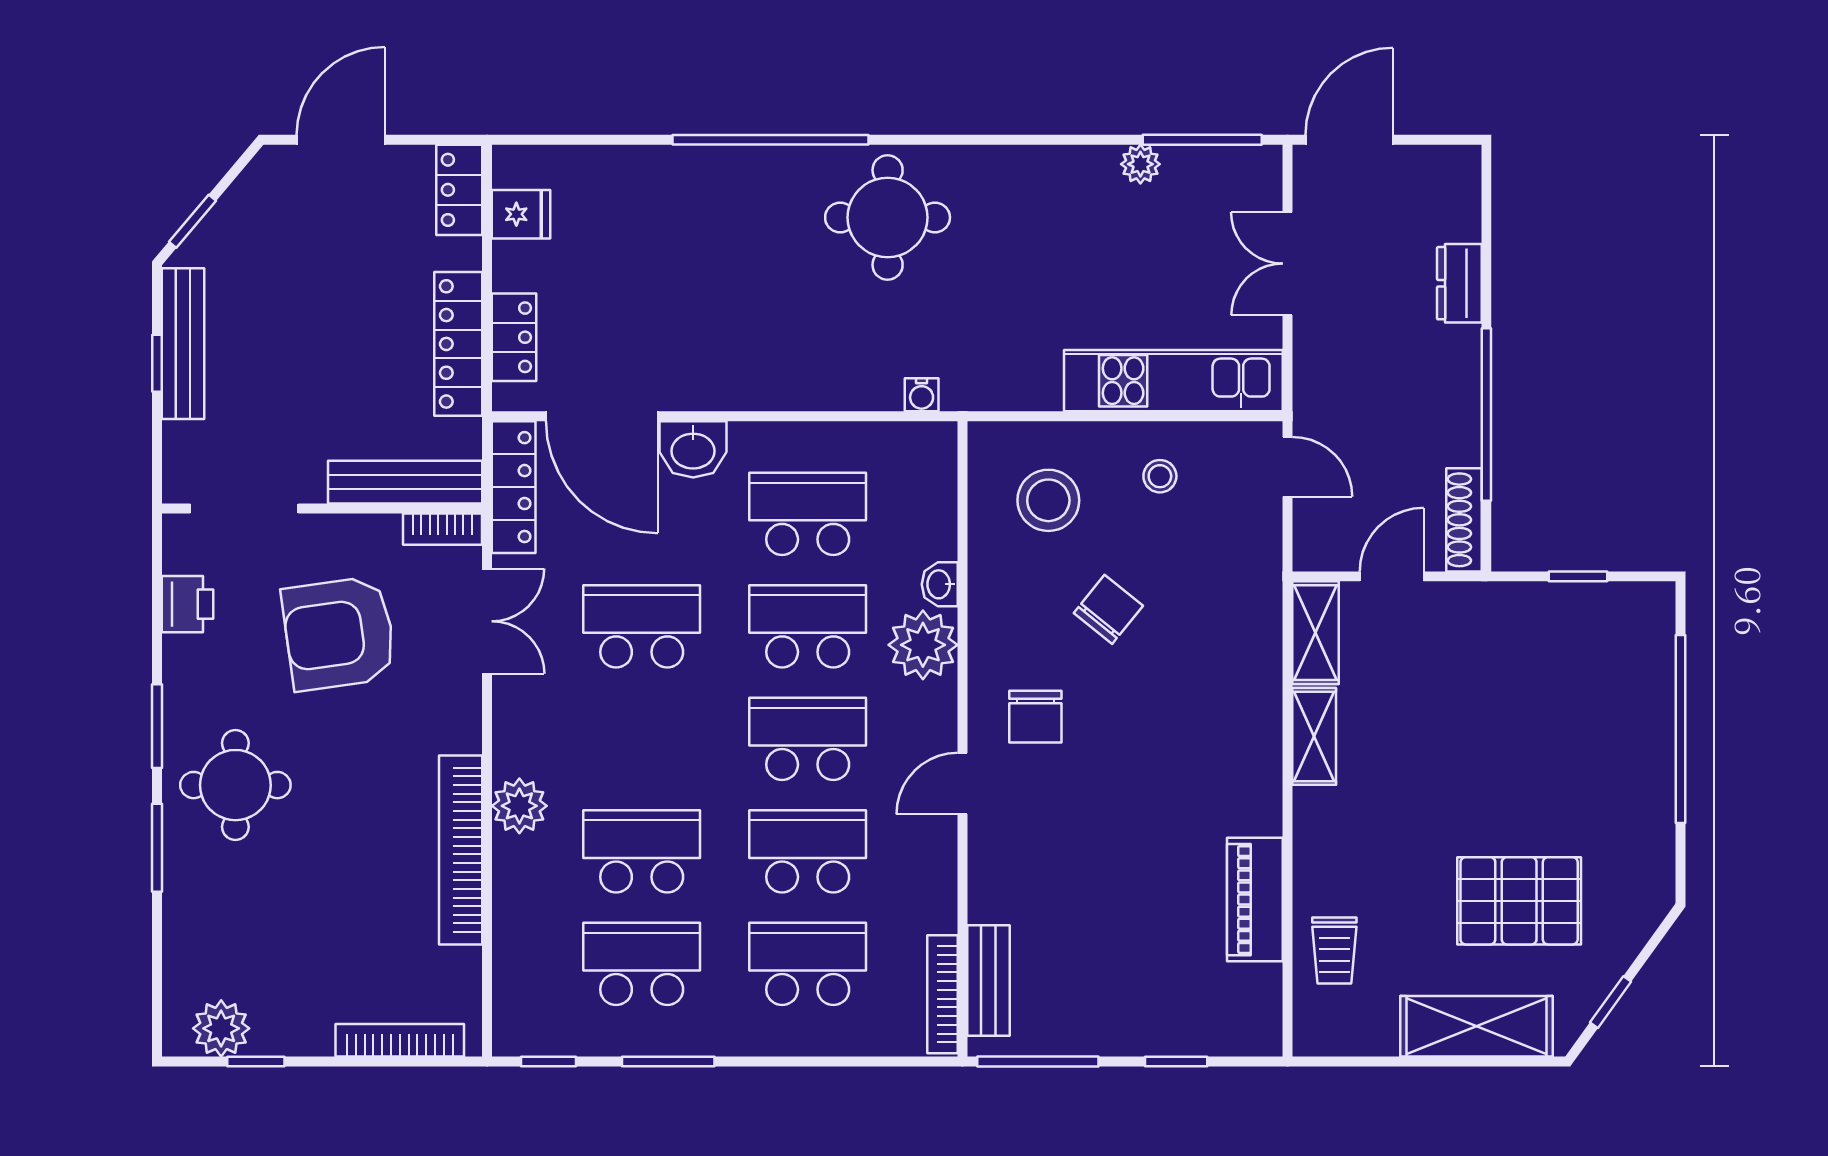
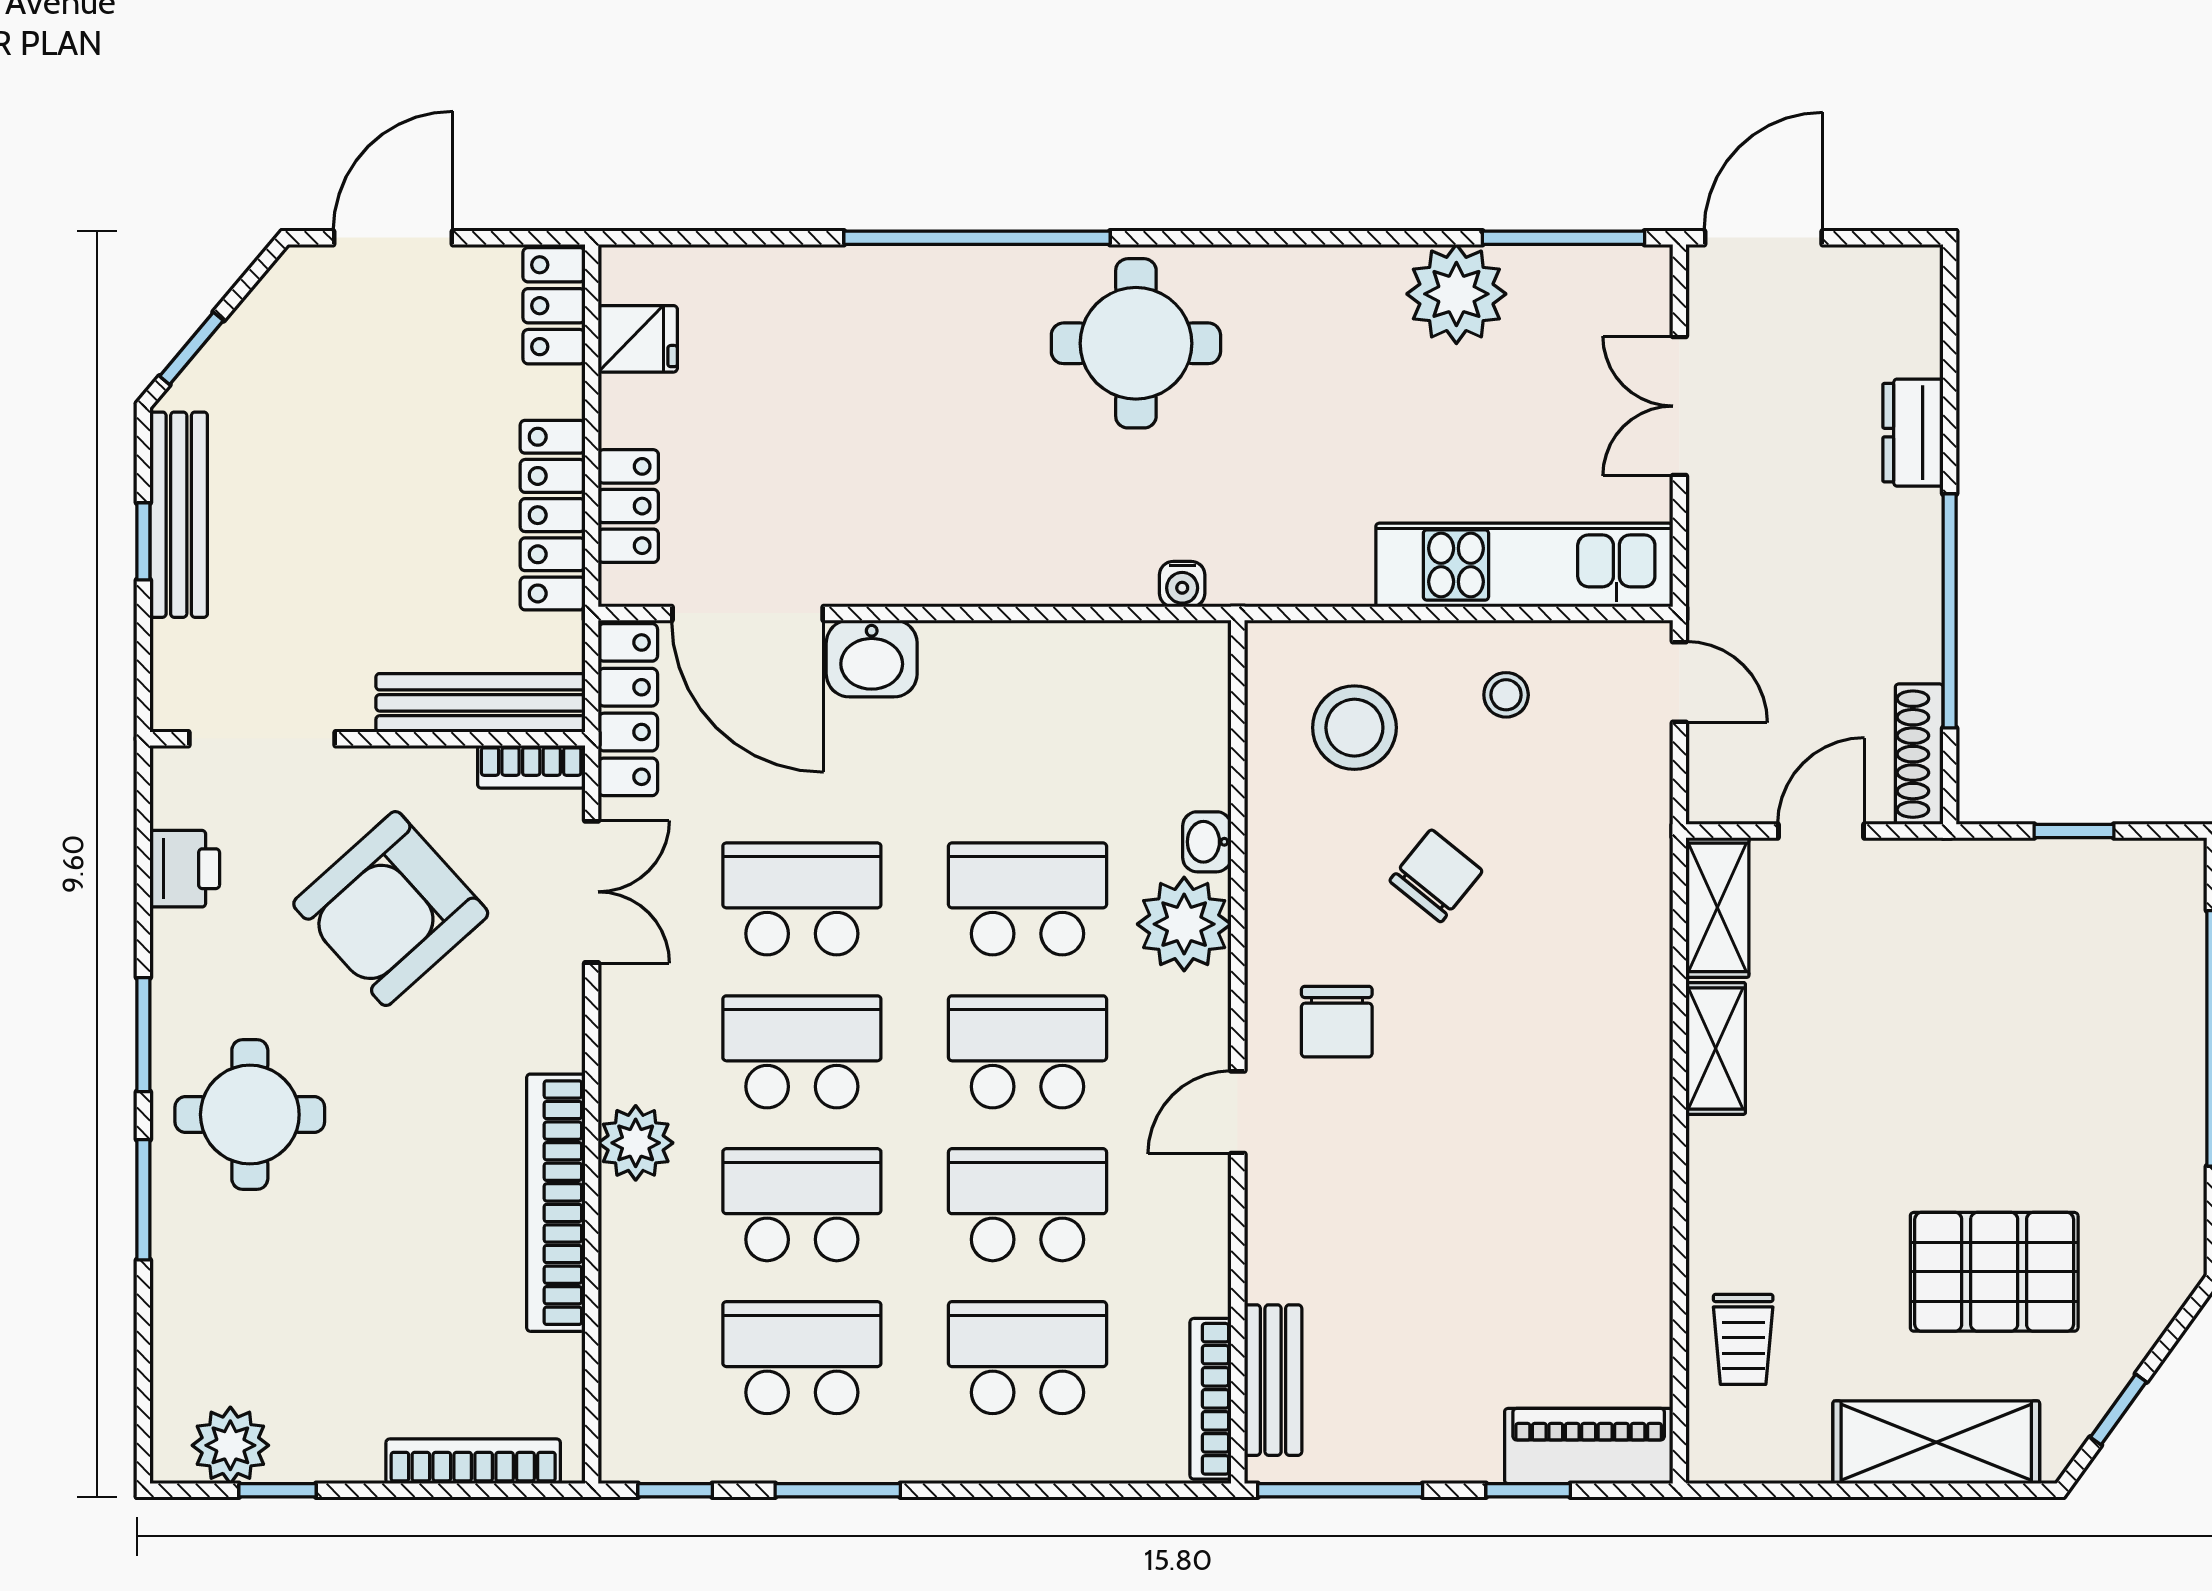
plant: (1140, 164) -> (1456, 294), width x1.88, depth x1.88
school desk: (808, 514) -> (802, 1052), moved
armchair: (339, 633) -> (391, 909), turned -34
piano: (1255, 900) -> (1589, 1446), moved, turned 90

